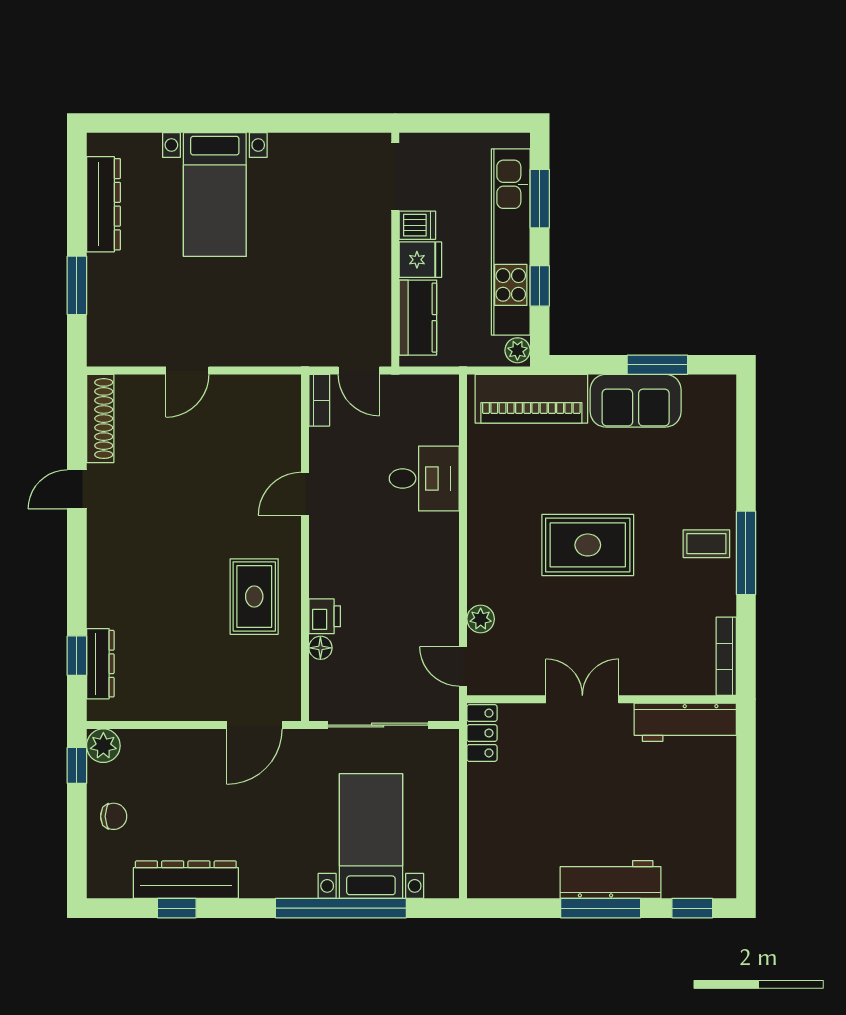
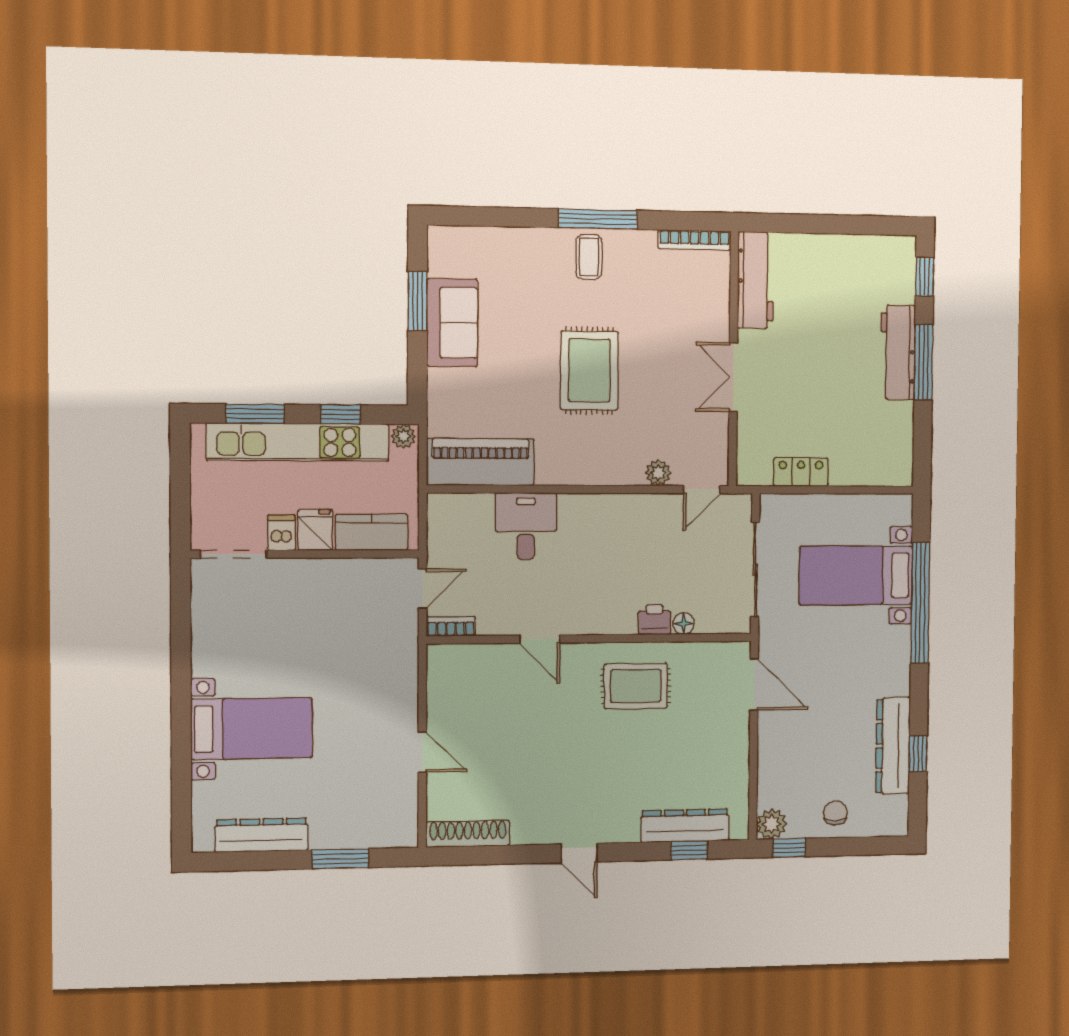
piano: (531, 399) -> (480, 462), moved, turned -90
door: (77, 489) -> (579, 853), moved
dresser: (100, 664) -> (685, 826), width x1.37, depth x1.24
locker: (482, 733) -> (801, 472), moved

